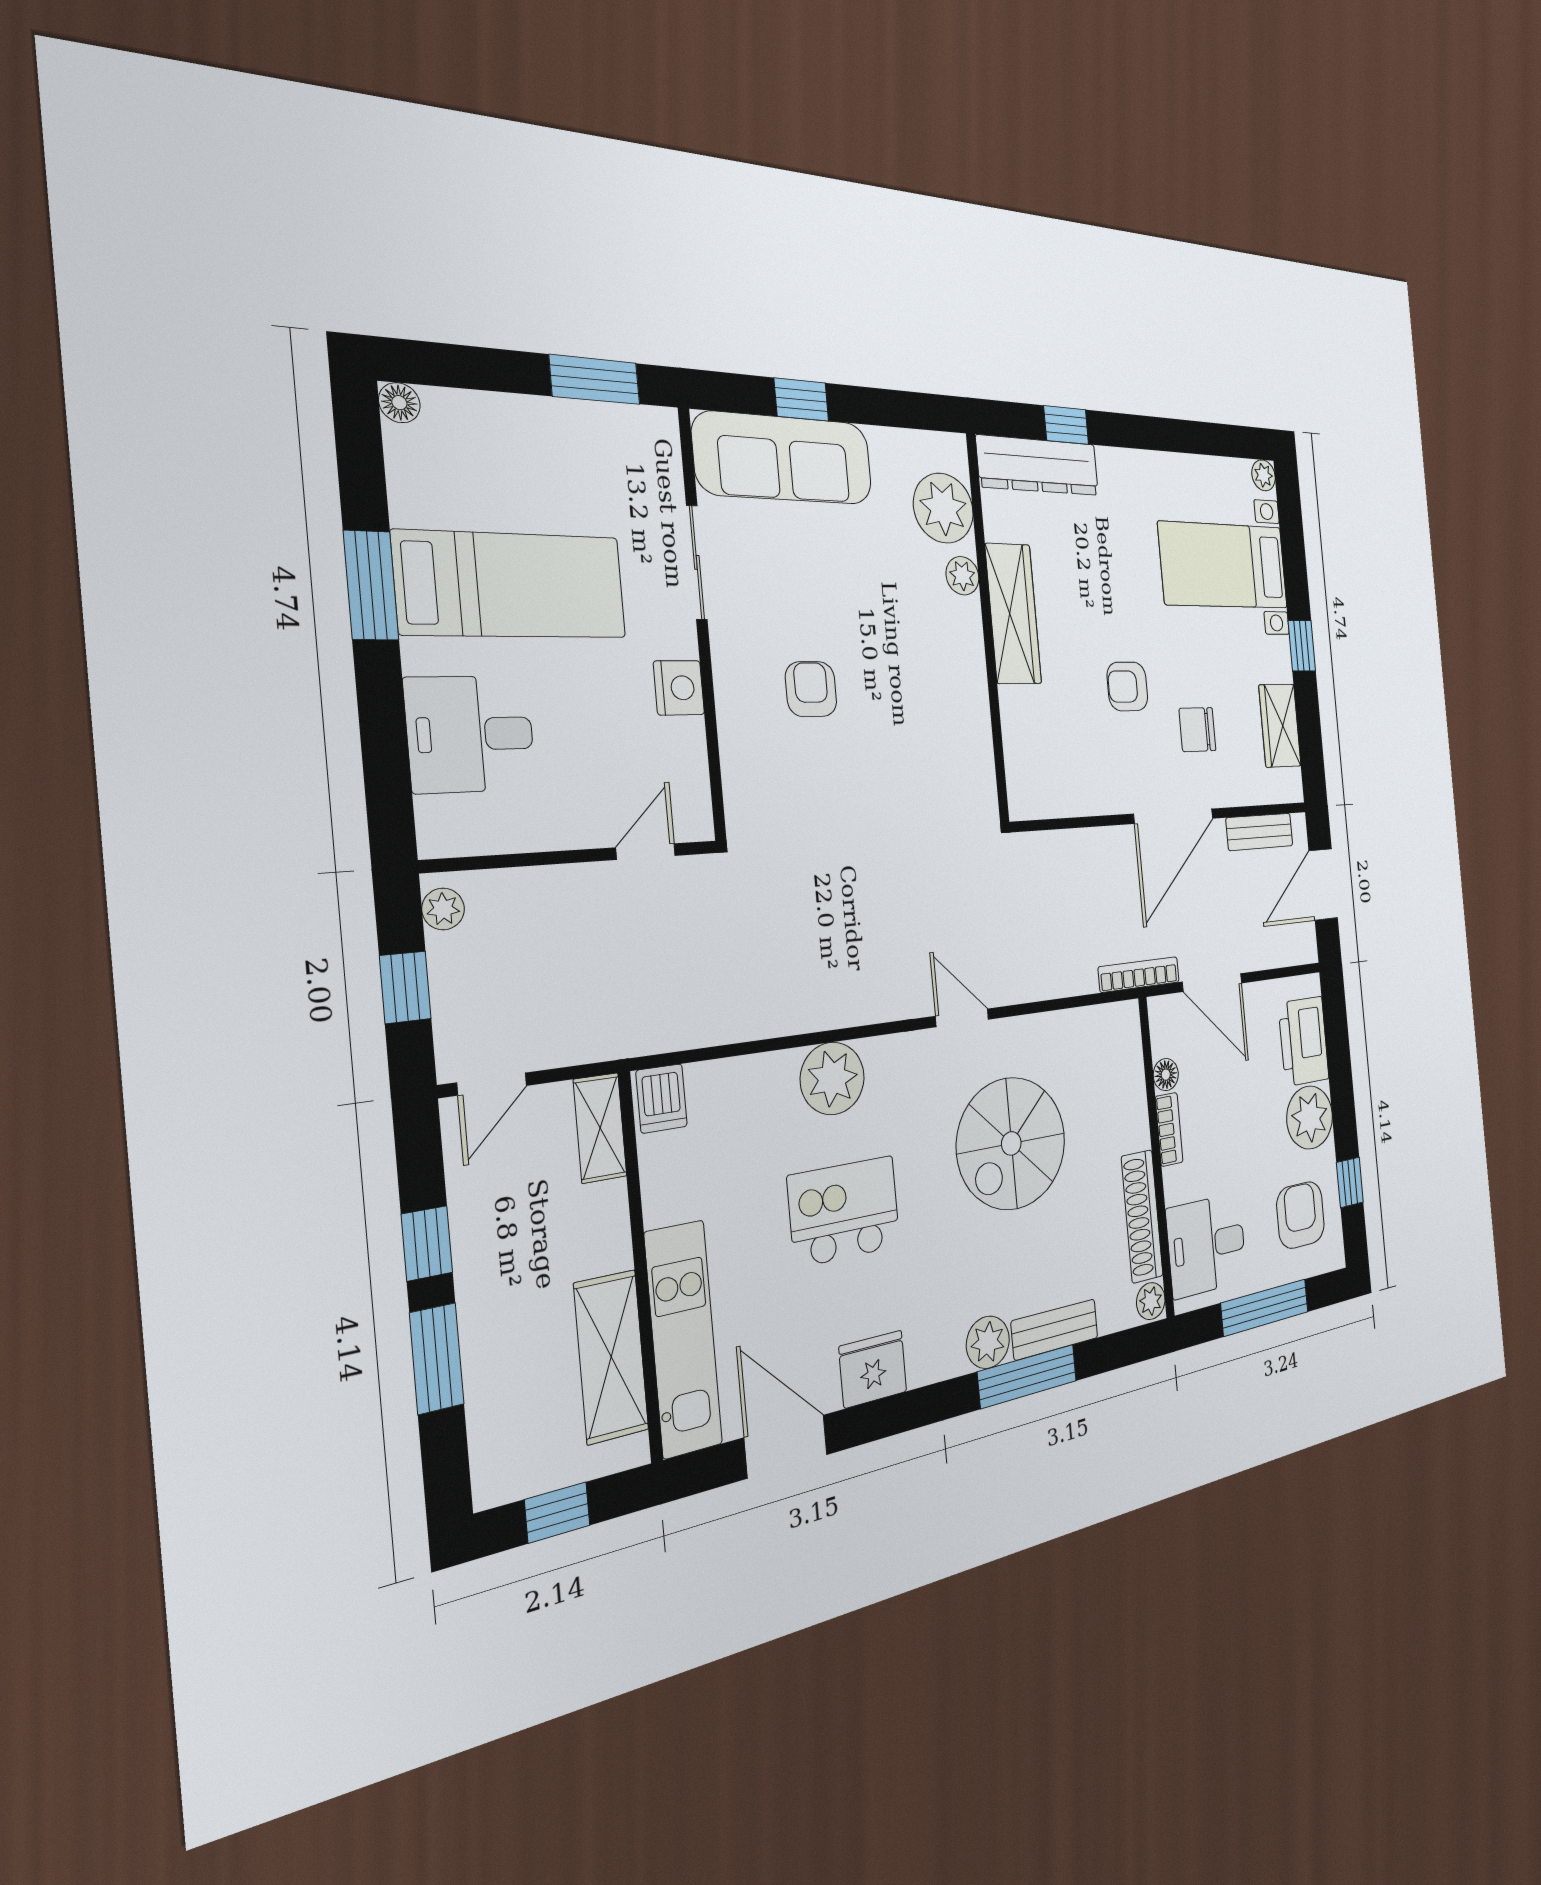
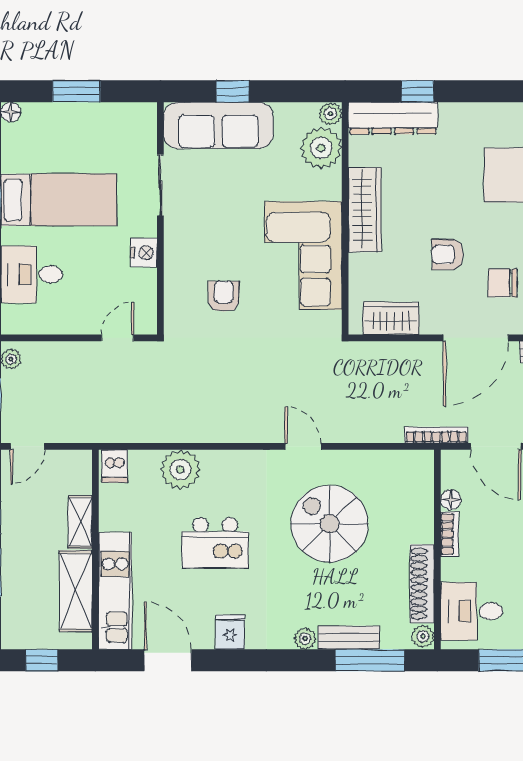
window: (595, 380) -> (76, 91), moved
plant: (962, 576) -> (330, 114), moved
armchair: (811, 689) -> (224, 296), moved
corner sofa: (934, 690) -> (303, 255), added
wardrobe: (1064, 792) -> (391, 318), added
plant: (832, 1078) -> (180, 470), moved
shelving: (600, 1128) -> (80, 522), moved
spiral stairs: (1011, 1143) -> (330, 524), turned 90
kitchen island: (844, 1211) -> (215, 543), turned 180
plant: (988, 1342) -> (305, 639), width x0.73, depth x0.73
fridge: (873, 1369) -> (230, 632), width x0.72
window: (1028, 1376) -> (370, 660), moved

